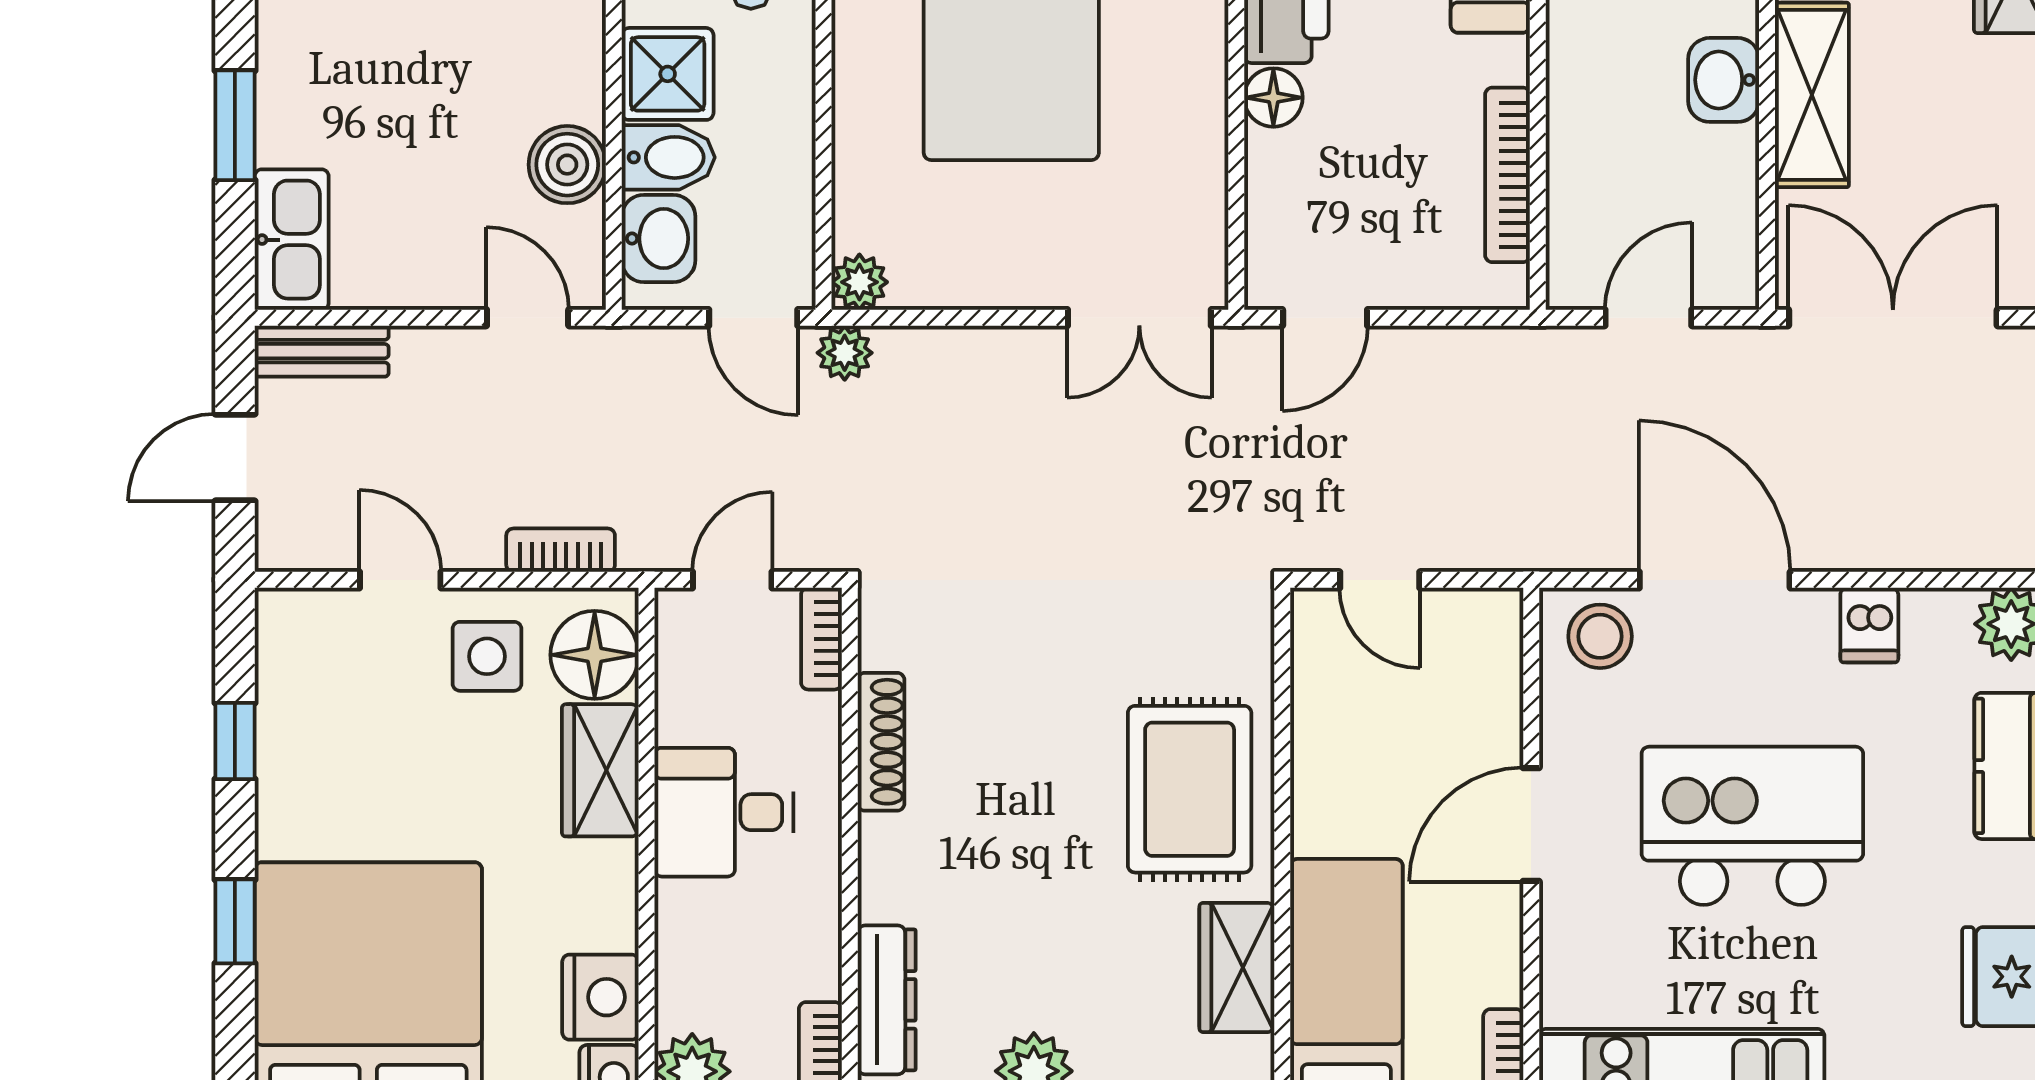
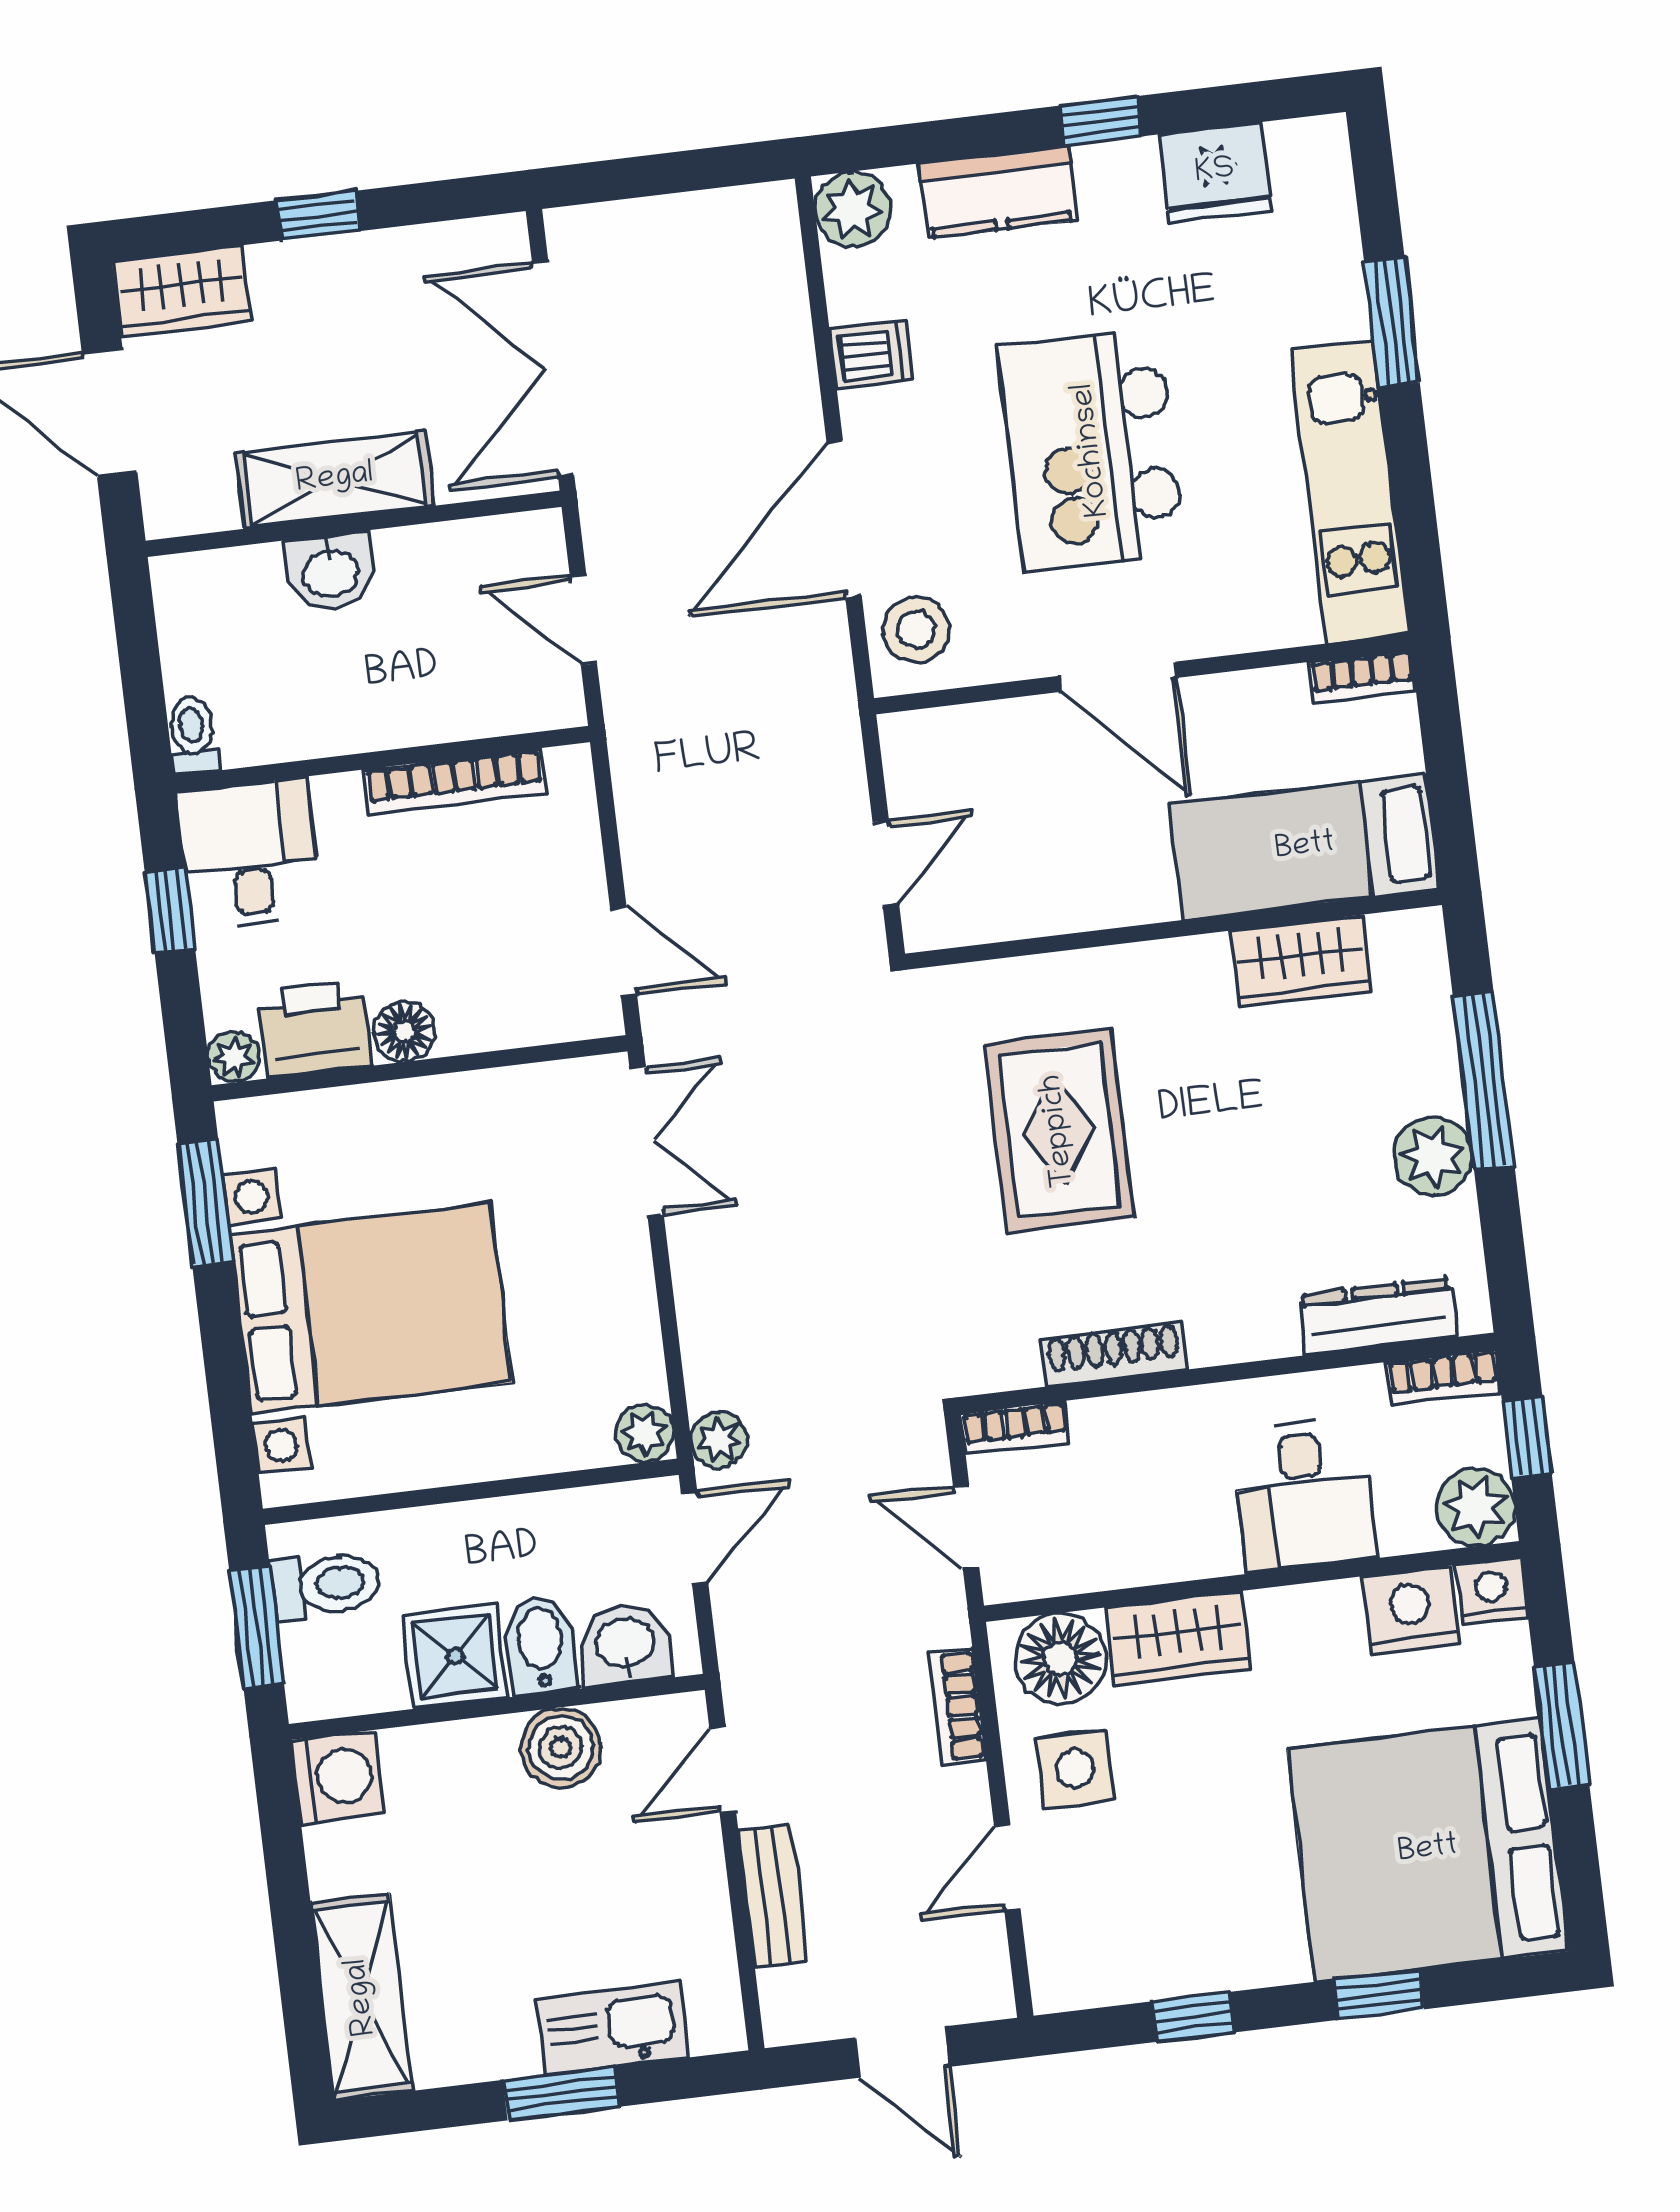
kitchen sink: (292, 240) -> (612, 2028), moved
bench: (322, 351) -> (773, 1895), moved
rug: (1190, 789) -> (1059, 1131), moved, turned 90
desk: (724, 812) -> (1304, 1495), moved

